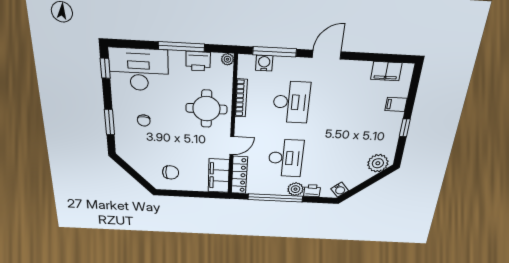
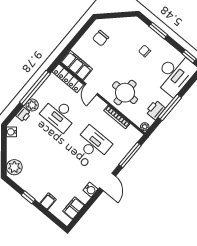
water cooler: (264, 63) -> (90, 190), moved
desk: (291, 102) -> (93, 143), turned 180

